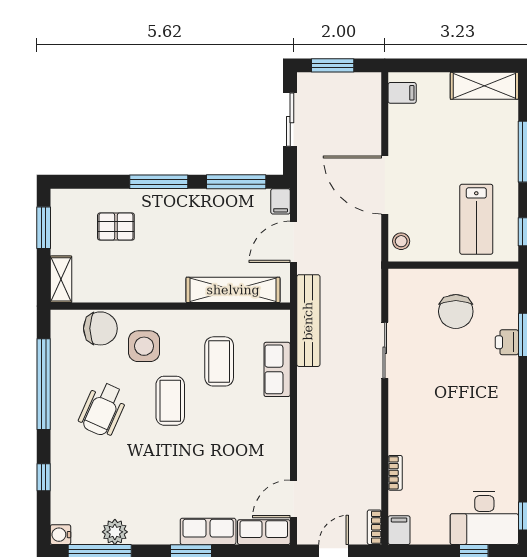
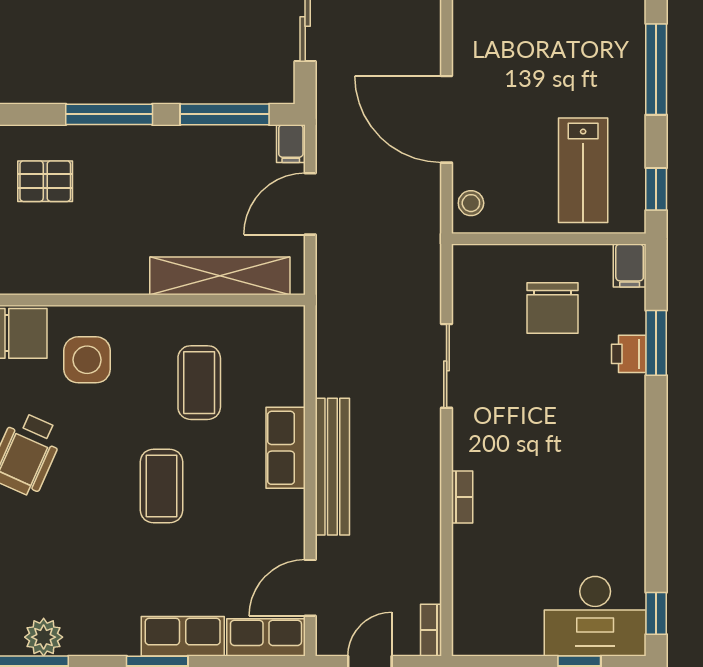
bench: (308, 321) -> (332, 467), moved
row of seats: (277, 369) -> (286, 448), moved
coffee table: (170, 401) -> (161, 486), moved
bookcase: (395, 473) -> (462, 497), moved
filing cabinet: (399, 530) -> (630, 265), moved, turned 180

